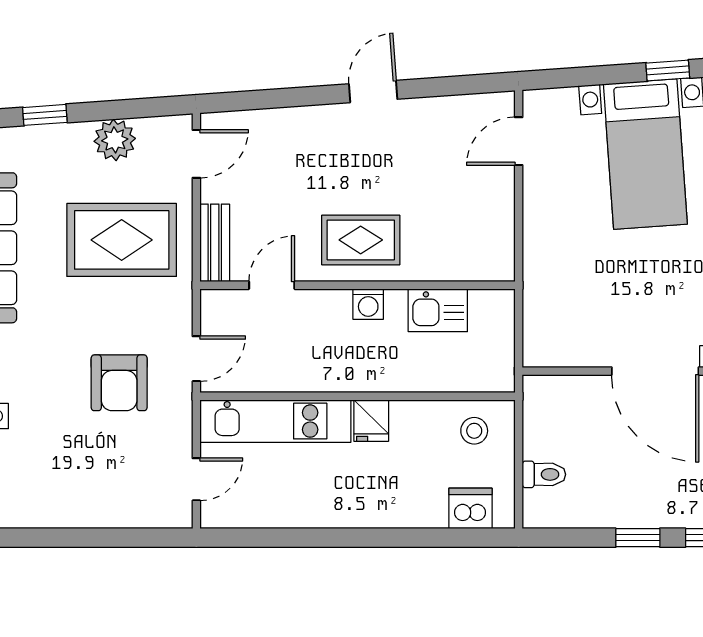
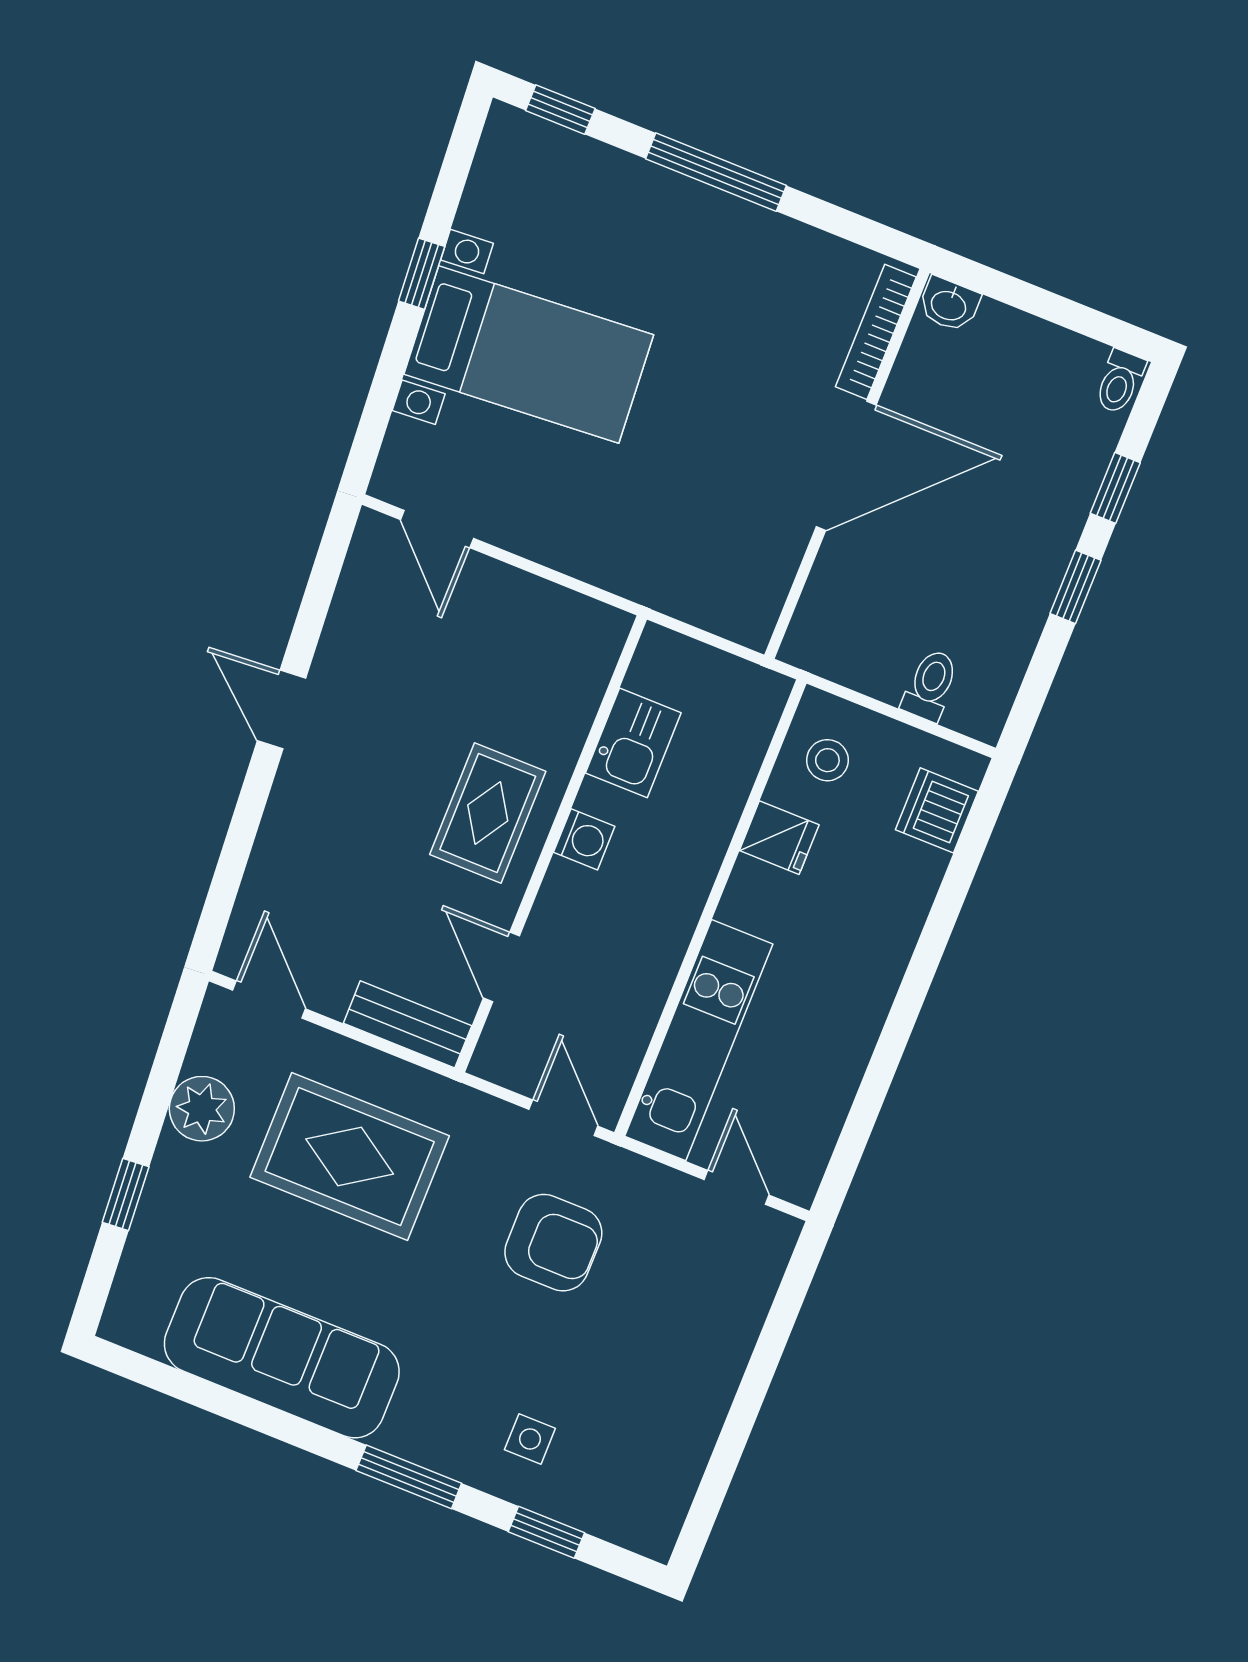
rug: (122, 240) -> (350, 1156), turned 90
fridge: (371, 421) -> (779, 838), moved

